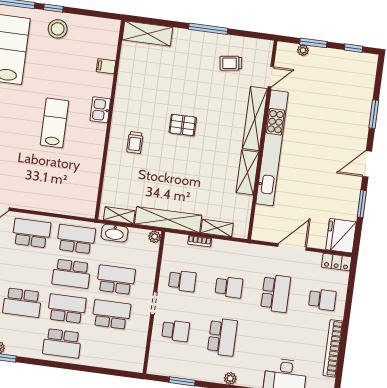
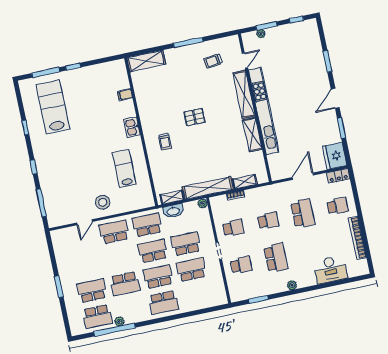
stool: (58, 29) -> (103, 202), moved
lab bench: (55, 123) -> (124, 168), moved
school desk: (71, 274) -> (153, 251), turned 180

